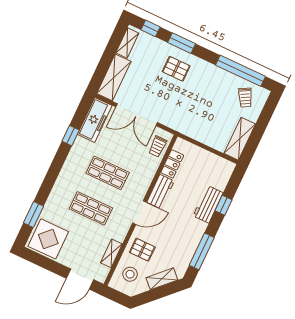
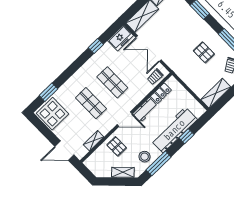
pallet: (176, 69) -> (204, 52), moved
freezer: (95, 120) -> (120, 38), width x0.71
workbench: (208, 204) -> (174, 130), width x1.87, depth x1.32
stool: (130, 274) -> (145, 157), moved

